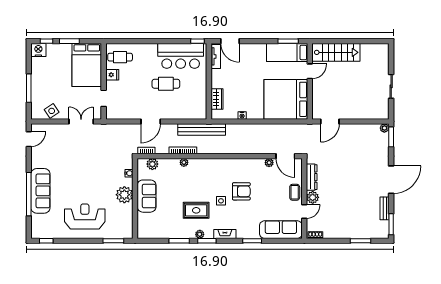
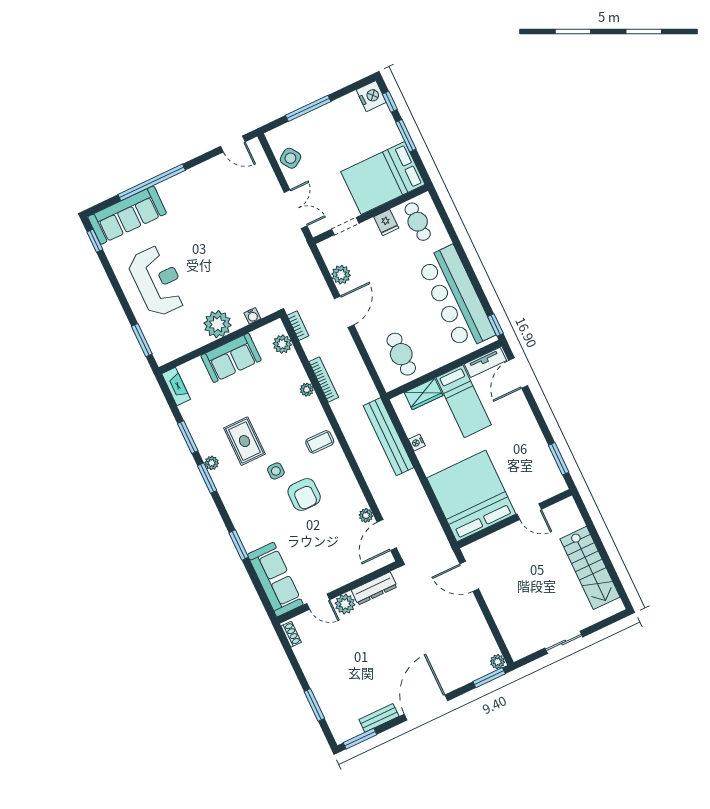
bed: (287, 52) -> (464, 401), moved, turned 180
stairs: (336, 52) -> (590, 568), moved
bar counter: (181, 56) -> (456, 298), width x1.36
cafe table: (166, 84) -> (401, 354), moved
plant: (129, 113) -> (341, 275), added
door: (151, 121) -> (344, 312), swing flipped
bench: (202, 130) -> (389, 437), moved
door: (391, 180) -> (426, 707), swing flipped
sofa: (40, 191) -> (127, 215), moved
coffee table: (295, 192) -> (320, 442), moved
fireplace: (225, 234) -> (176, 387), moved

